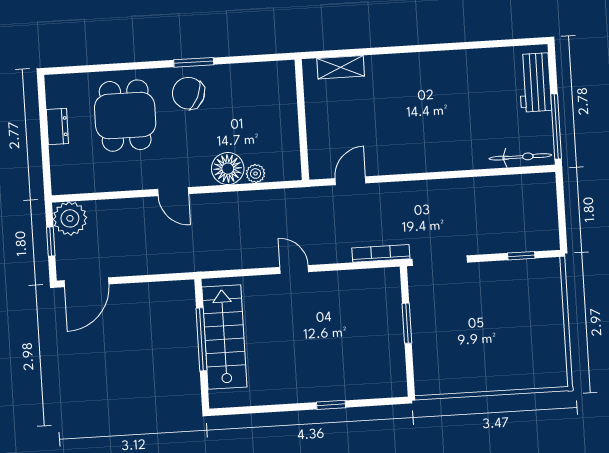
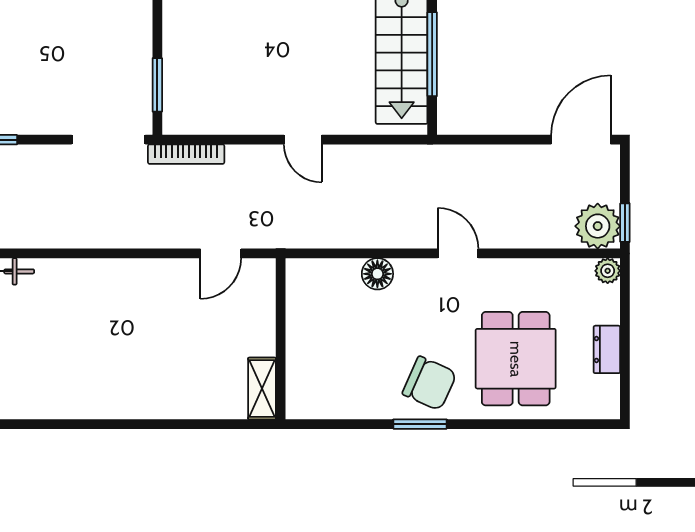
shelving: (341, 67) -> (262, 389), moved, turned 90
floor lamp: (228, 169) -> (377, 274), width x0.73, depth x0.73
plant: (256, 174) -> (608, 271), moved
window: (51, 242) -> (625, 223), moved
window: (407, 323) -> (157, 85), moved

